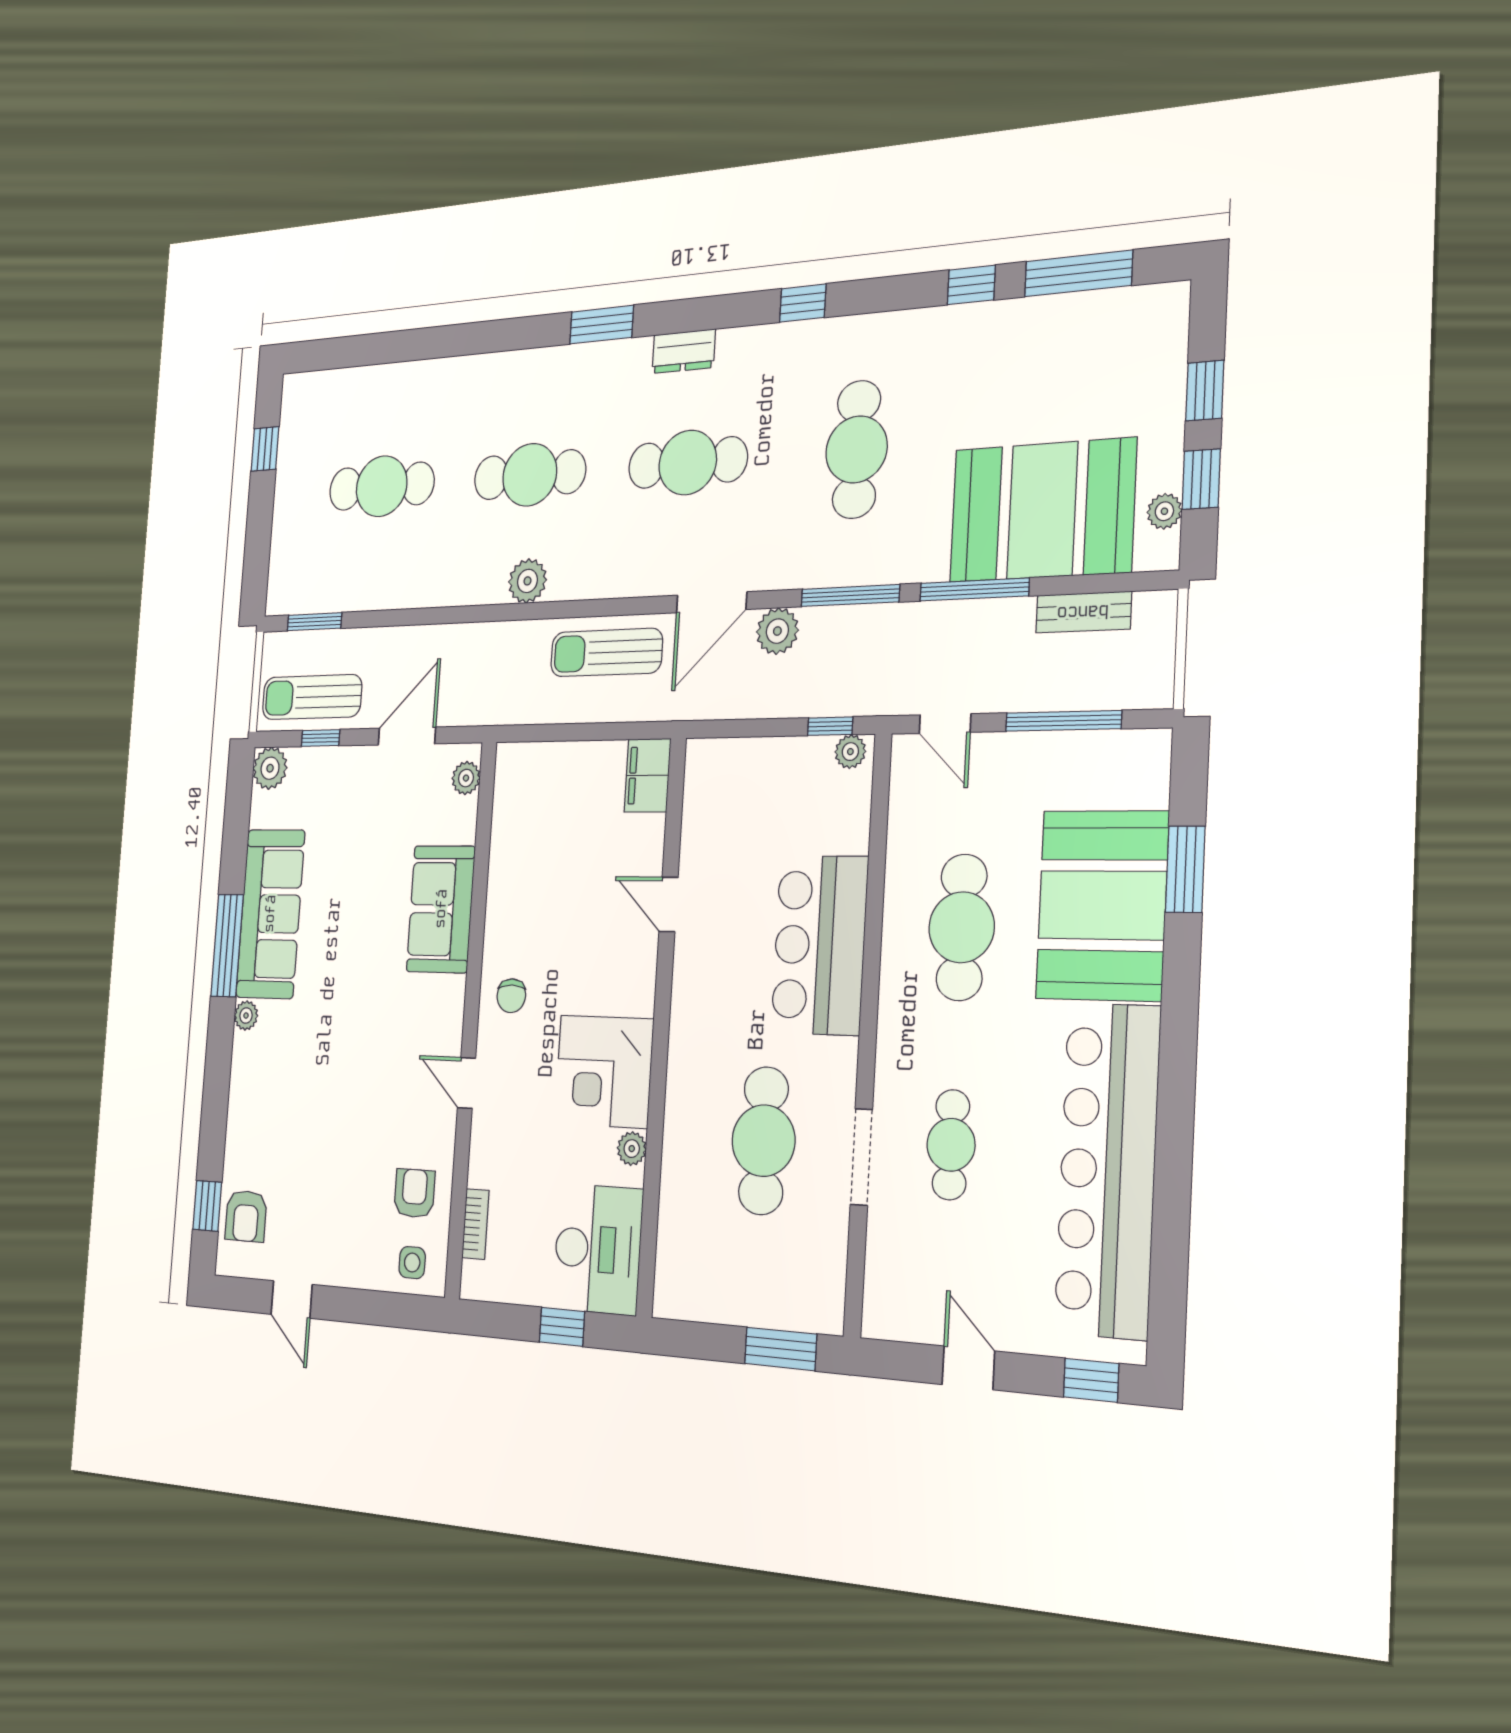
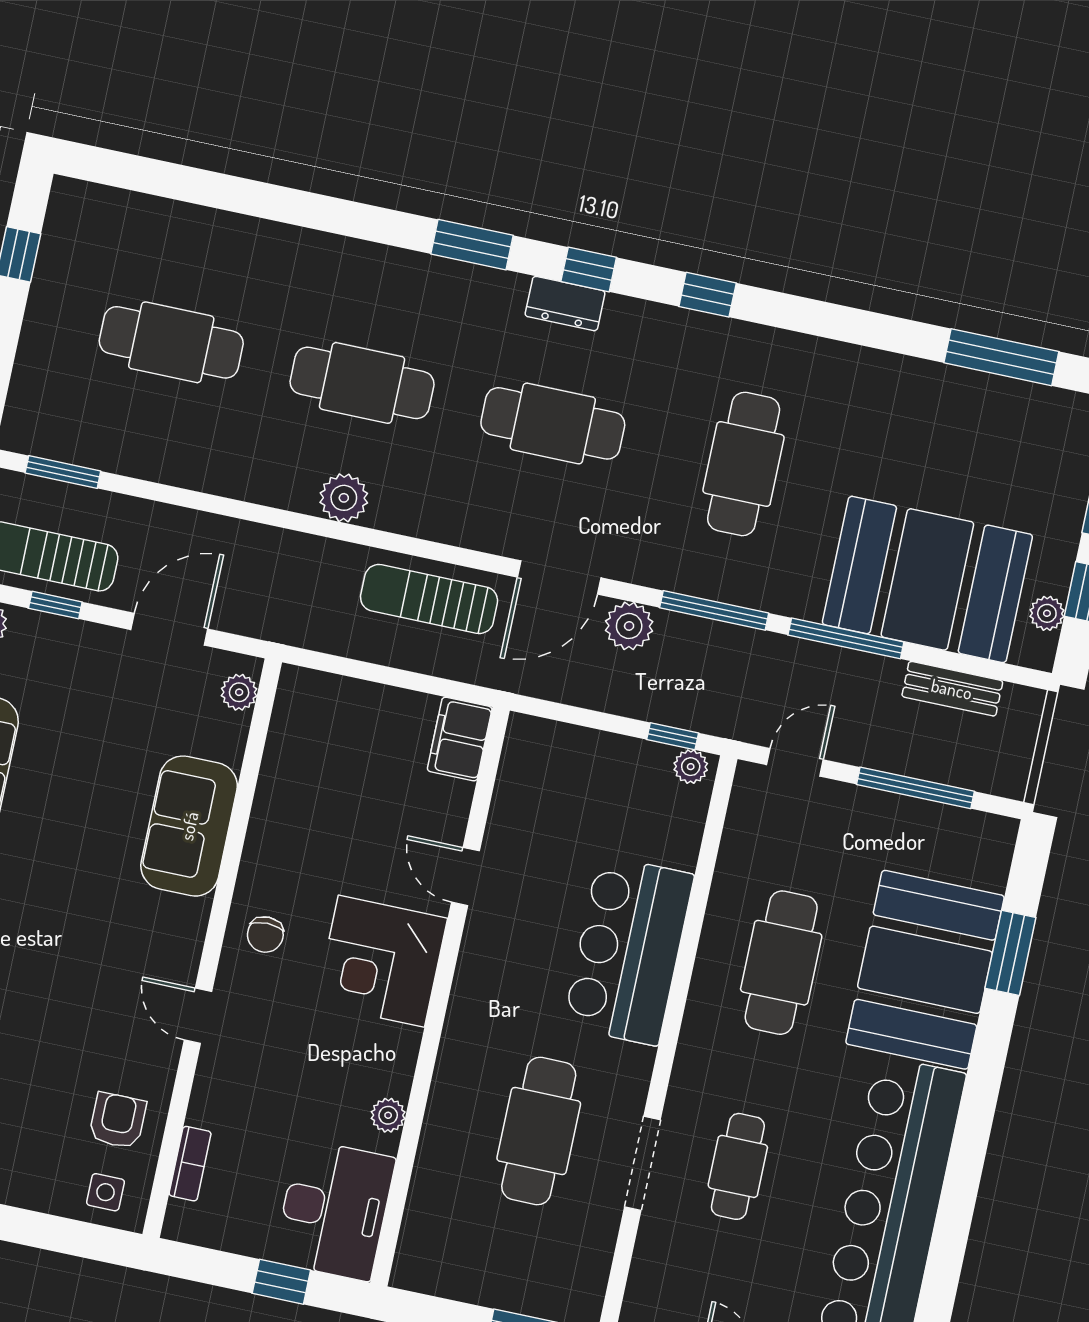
window: (971, 285) -> (589, 269), moved
door: (945, 724) -> (795, 762), swing flipped
corner desk: (604, 1072) -> (381, 961), moved

